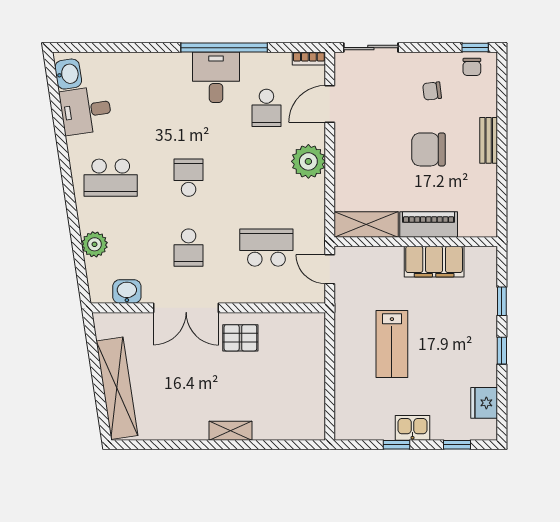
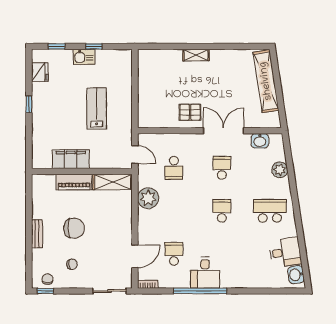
plant: (308, 161) -> (148, 198), moved
school desk: (189, 178) -> (222, 211), turned 180
school desk: (266, 248) -> (174, 168), width x0.54
window: (502, 301) -> (29, 135), removed

